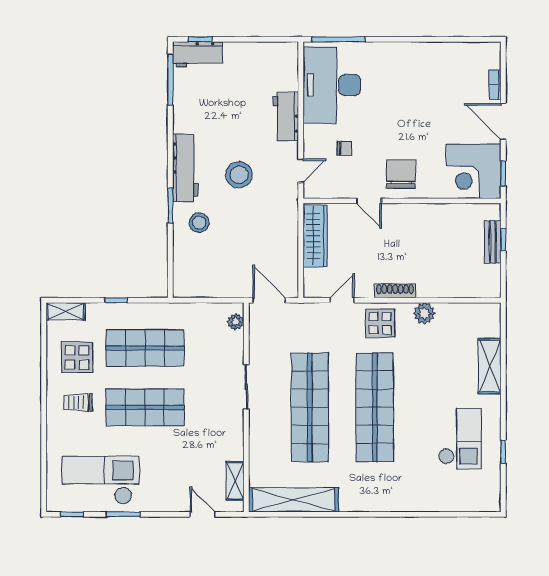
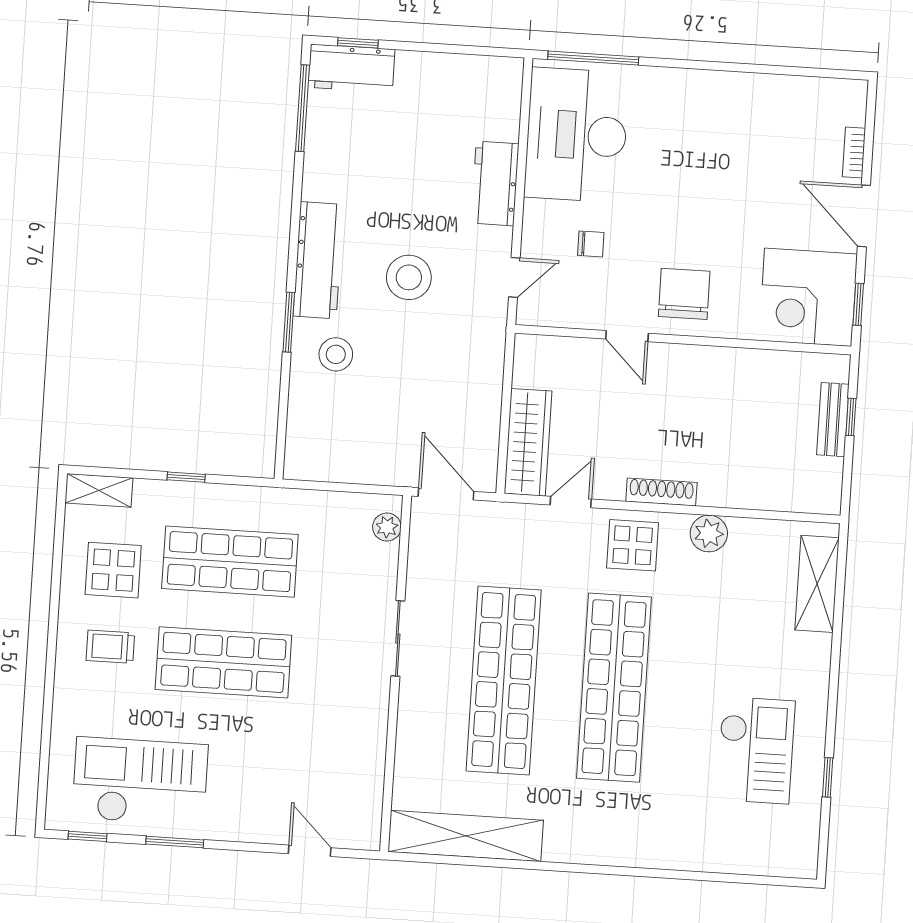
wardrobe: (315, 236) -> (528, 442), moved
shelving: (490, 366) -> (817, 584), moved
shelving: (235, 481) -> (369, 797), removed

